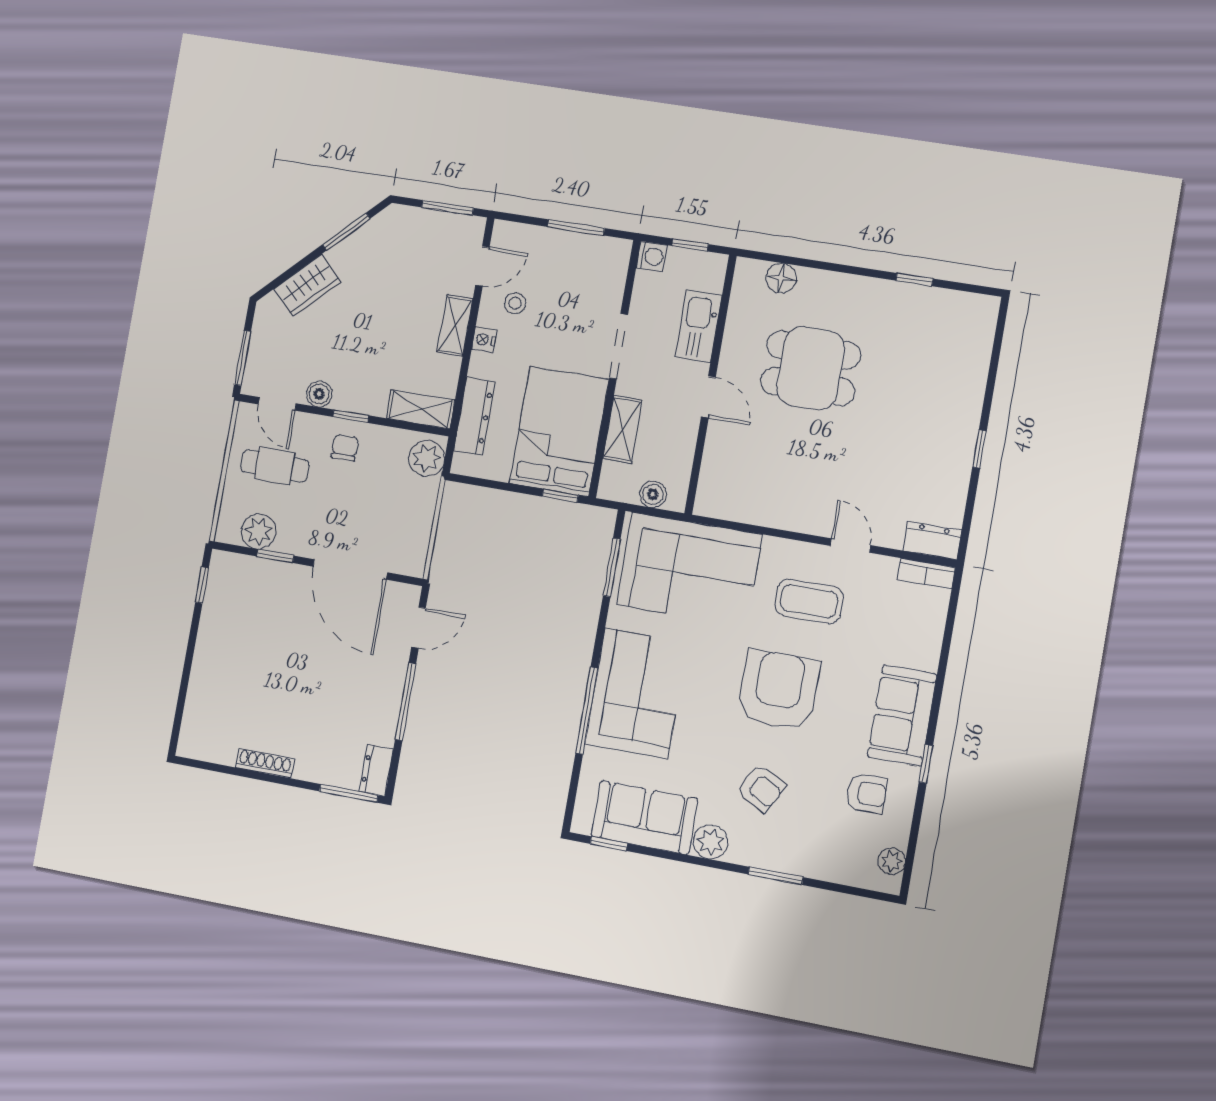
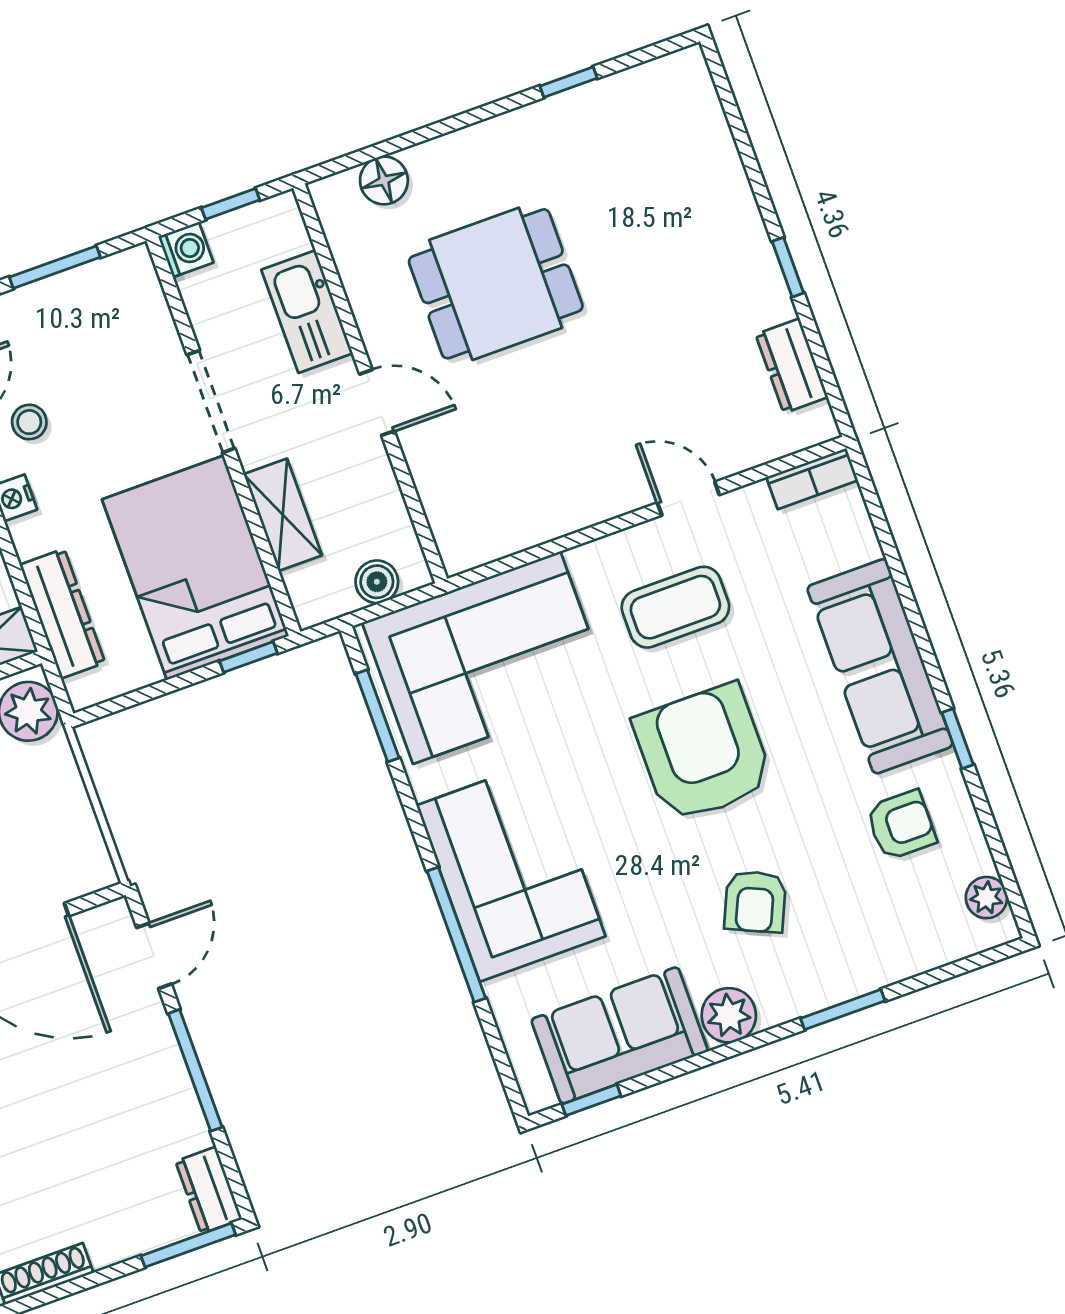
dresser: (932, 541) -> (792, 366), moved, turned -90
sofa: (902, 715) -> (880, 666), width x1.36
armchair: (761, 788) -> (755, 902), turned 86

